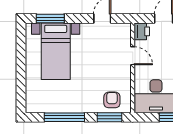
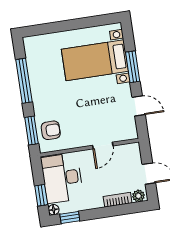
window: (50, 19) -> (133, 67), moved
printer: (142, 31) -> (131, 152), removed

